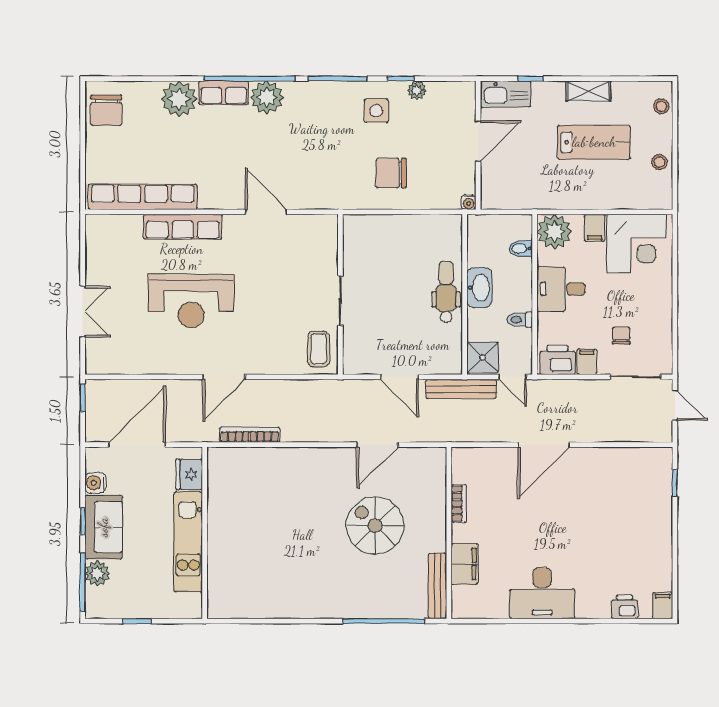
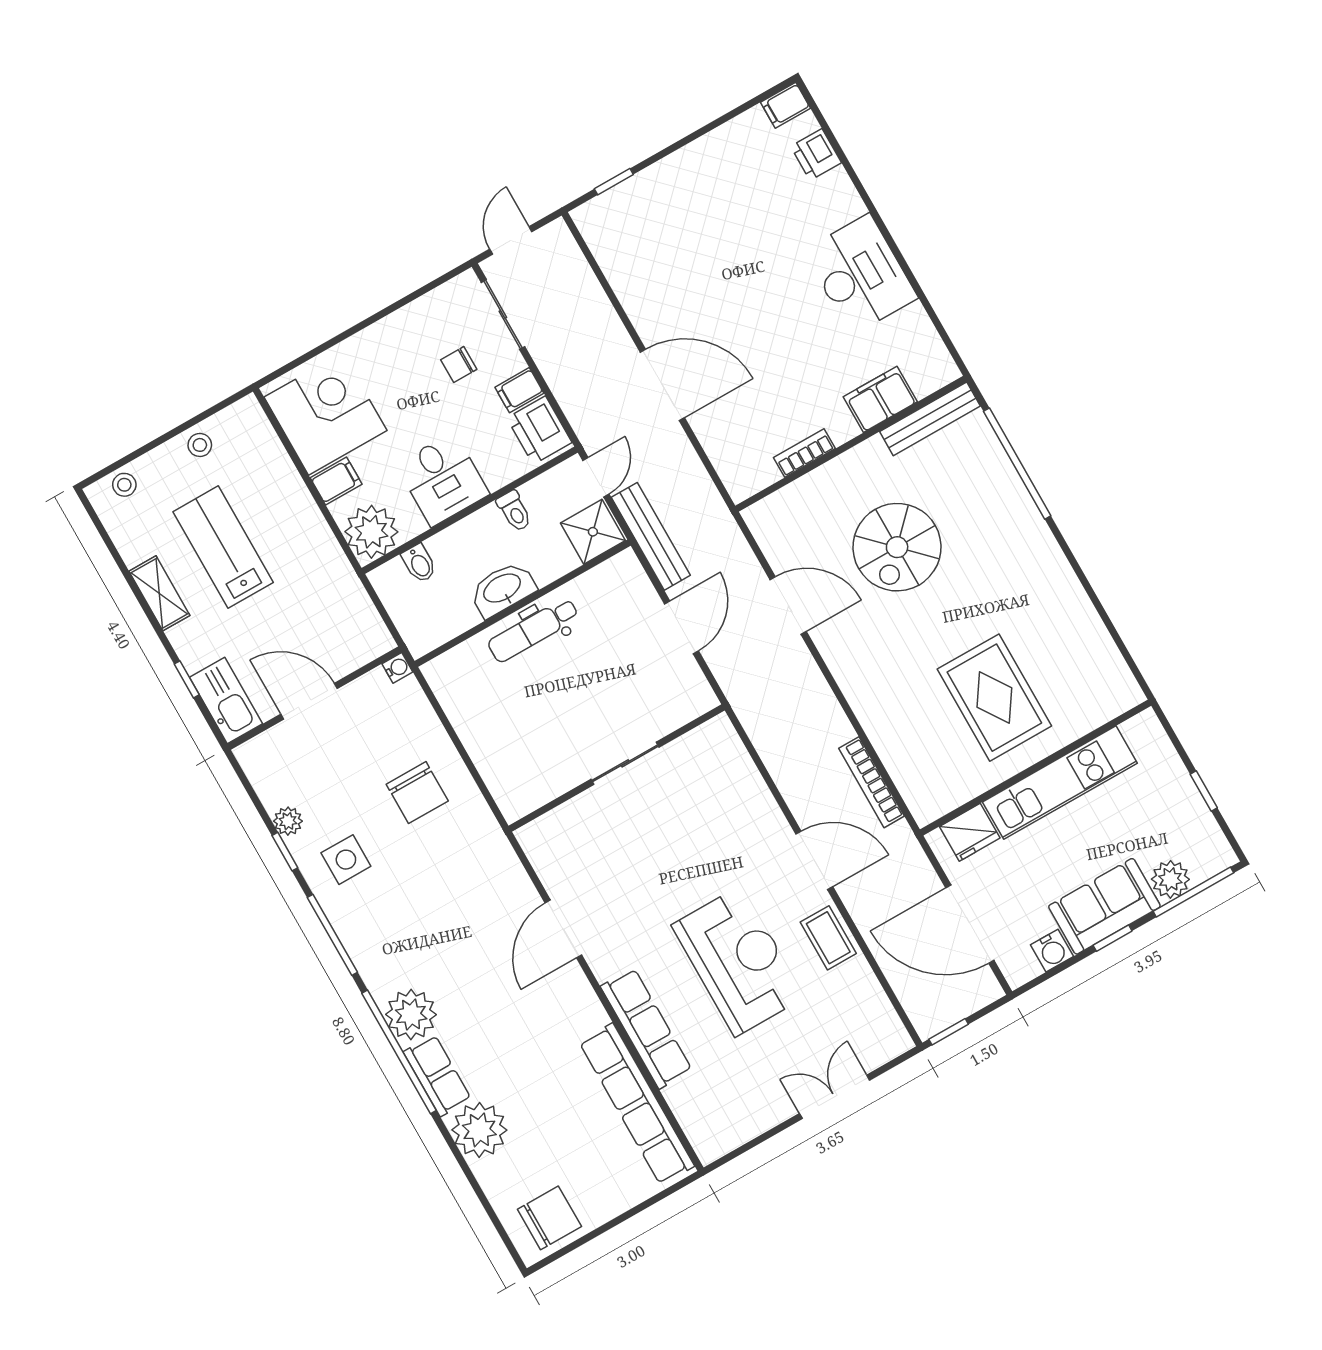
coffee table: (319, 349) -> (828, 938), moved, turned 90
rug: (258, 532) -> (994, 698), added

